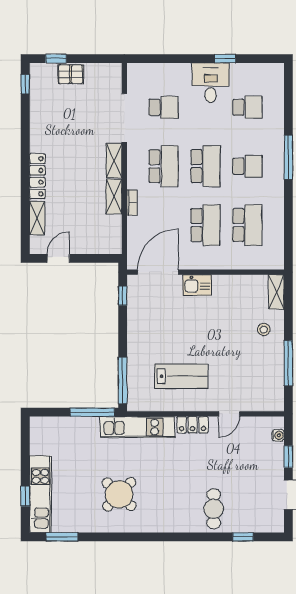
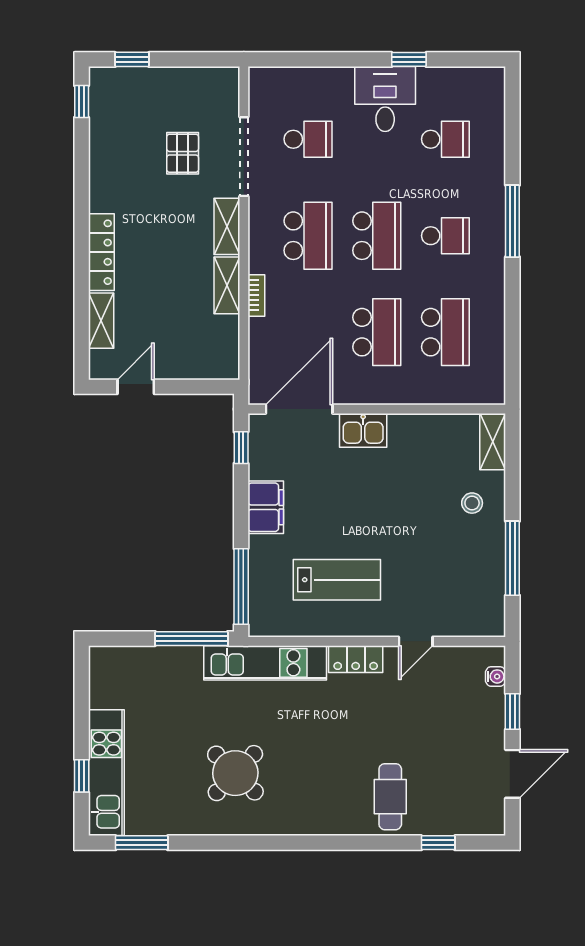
pallet: (71, 74) -> (183, 153), moved, turned 90
filing cabinet: (138, 332) -> (266, 507), added

